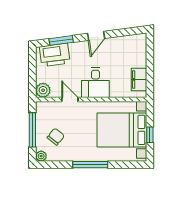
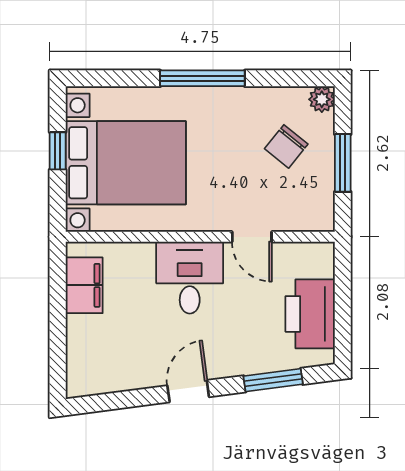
printer: (55, 55) -> (310, 314), moved, turned -83
plant: (43, 90) -> (317, 259), removed
window: (32, 130) -> (343, 163), width x0.69

